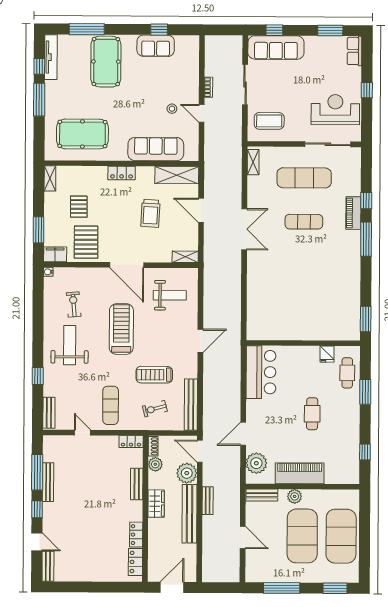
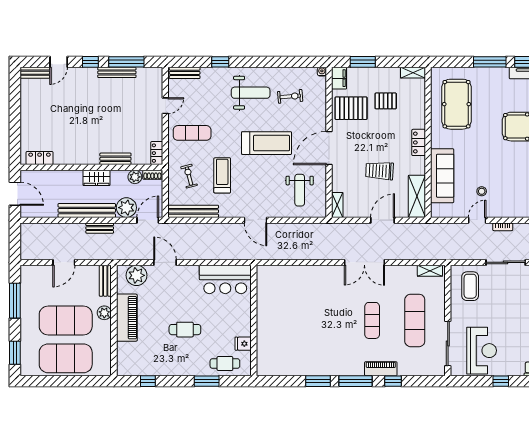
window: (366, 319) -> (318, 381), moved
locker: (136, 535) -> (66, 159), removed

